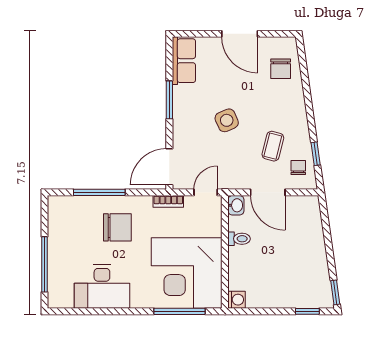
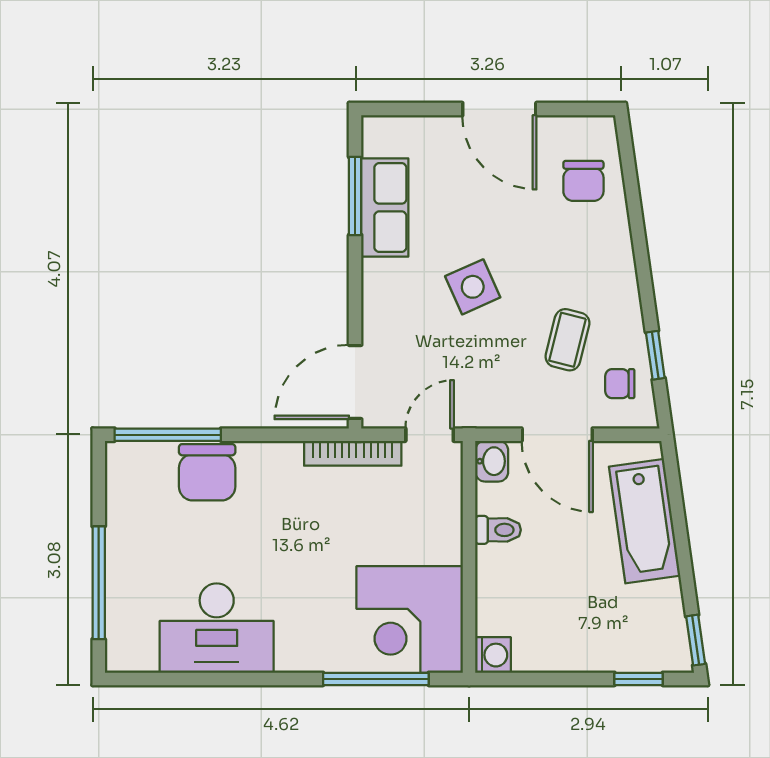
row of seats: (184, 61) -> (385, 208), moved
window: (169, 100) -> (355, 196), moved
chair: (298, 167) -> (620, 384), turned -90
window: (99, 192) -> (168, 435), moved
bookcase: (168, 201) -> (353, 453), width x1.56
chair: (117, 227) -> (207, 472), moved, turned 90
bathtub: (310, 234) -> (645, 521), added
corner desk: (187, 273) -> (410, 620), width x0.74, depth x0.74

